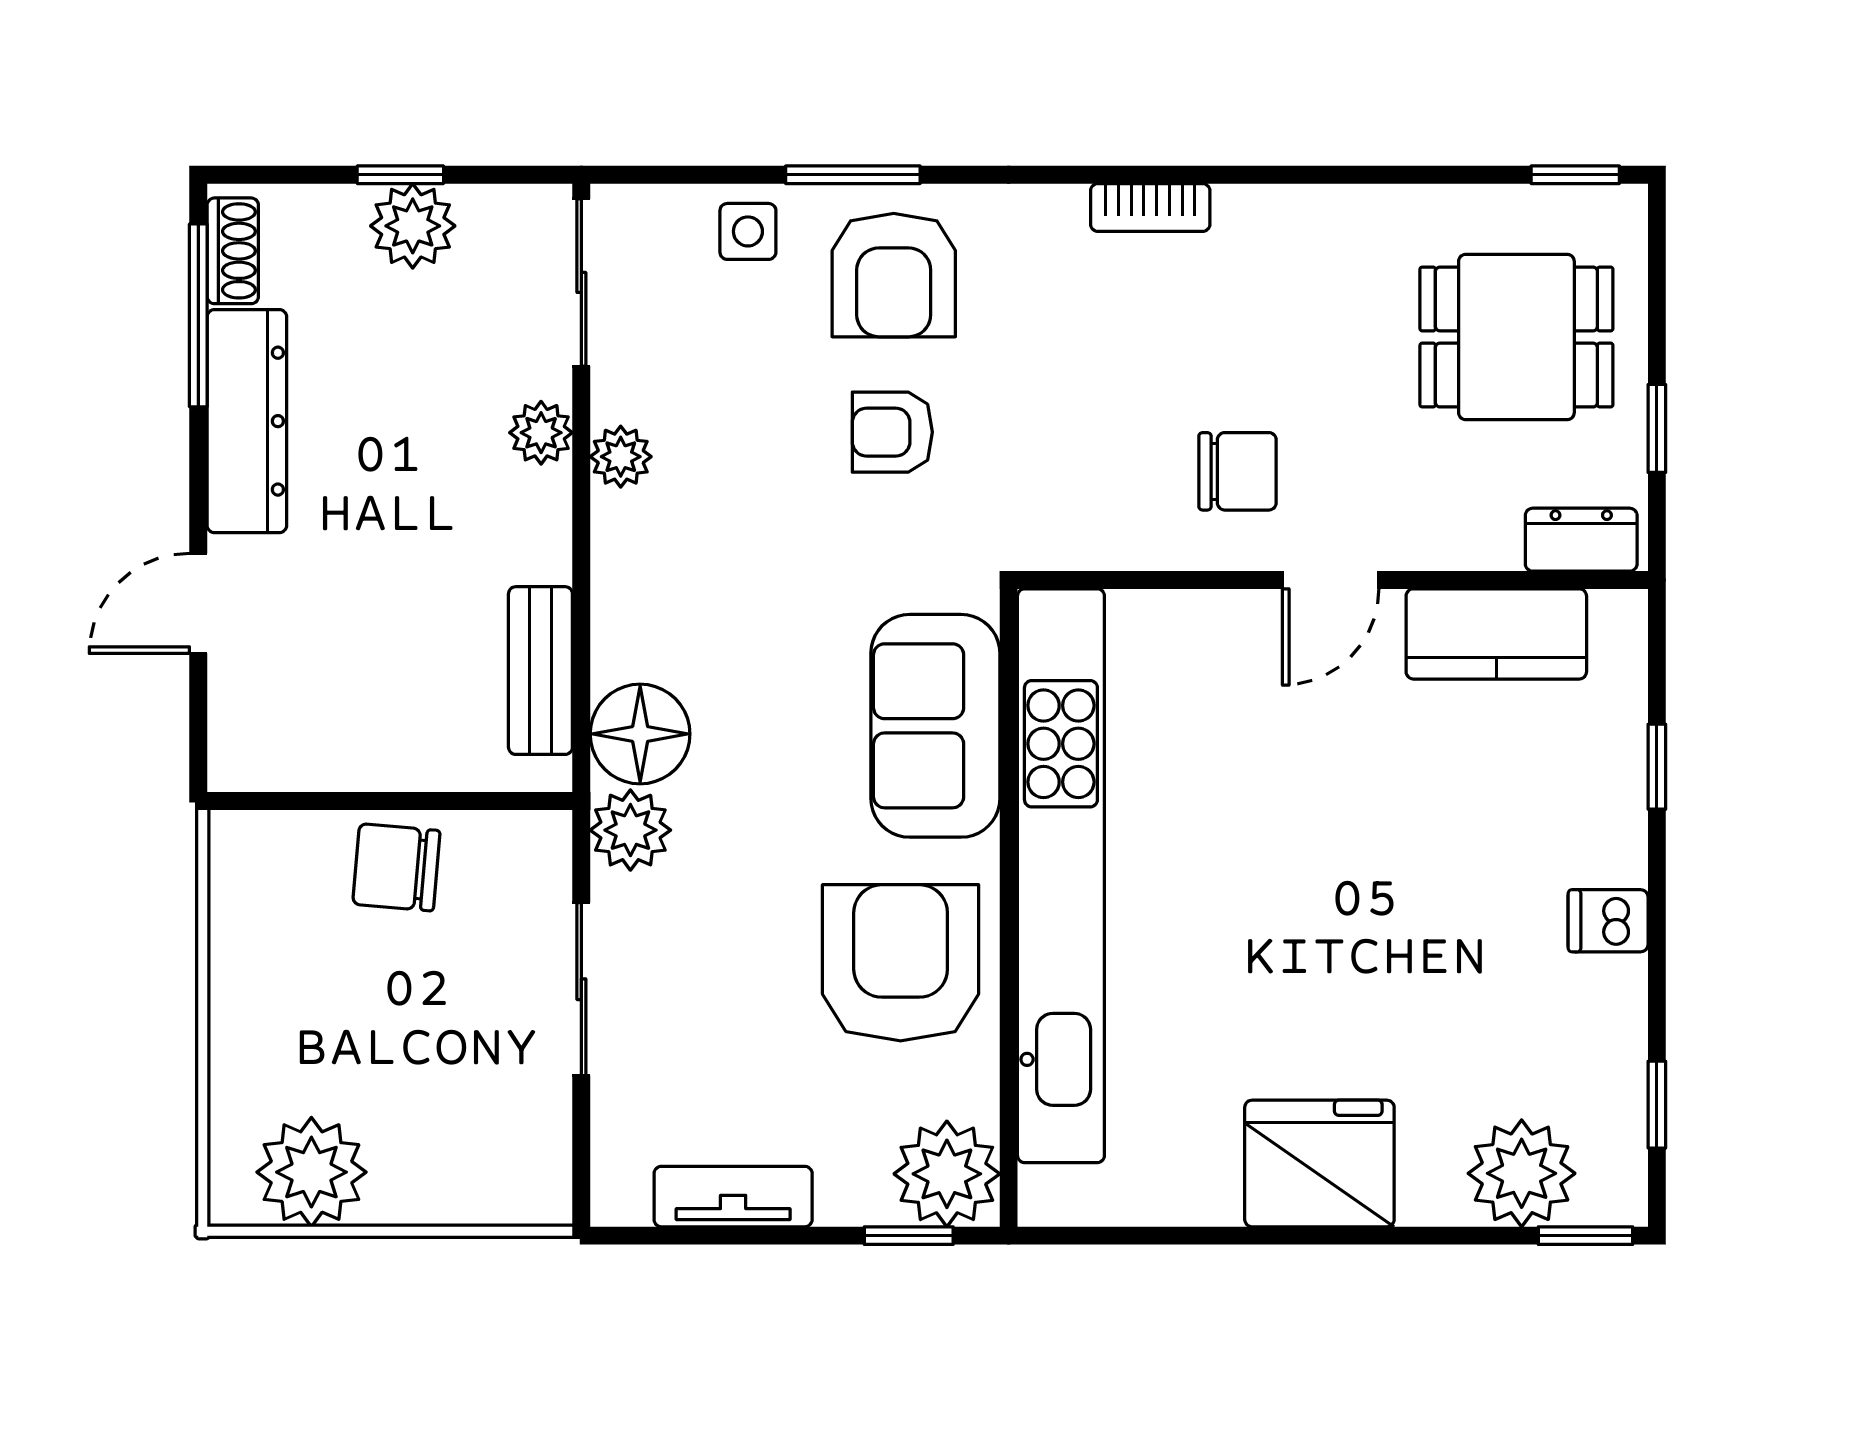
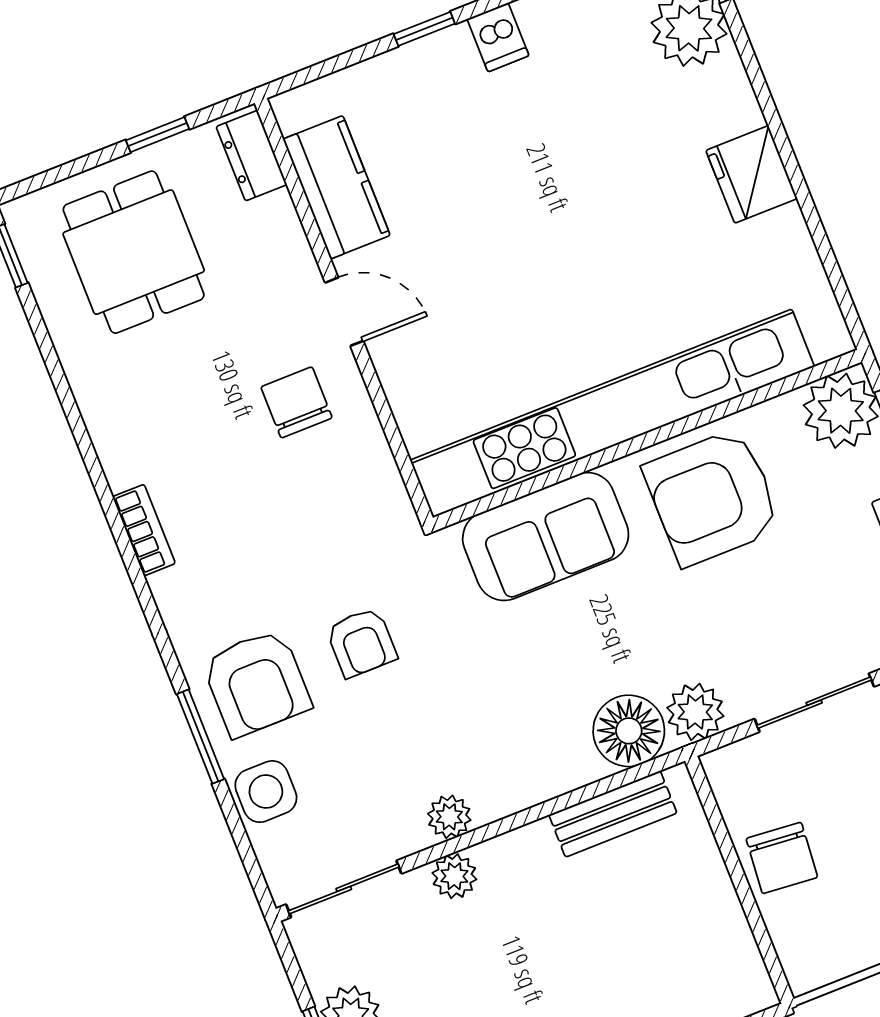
side table: (748, 231) -> (266, 792), width x1.37, depth x1.37
armchair: (894, 275) -> (257, 683), turned 90
window: (1657, 767) -> (424, 29), moved
fridge: (1319, 1163) -> (752, 174), width x0.73, depth x0.75

